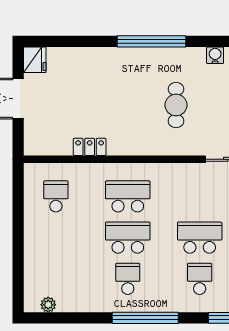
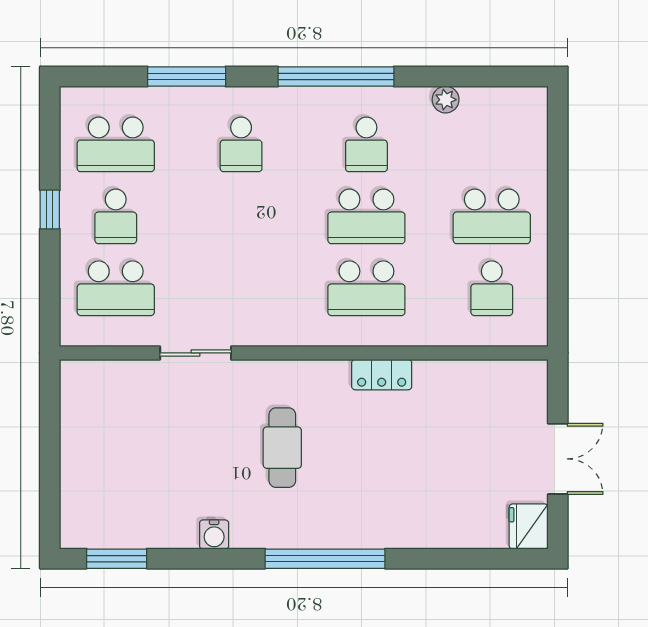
locker: (90, 147) -> (382, 375), moved
school desk: (200, 238) -> (492, 216), moved
plant: (48, 305) -> (446, 100), moved

